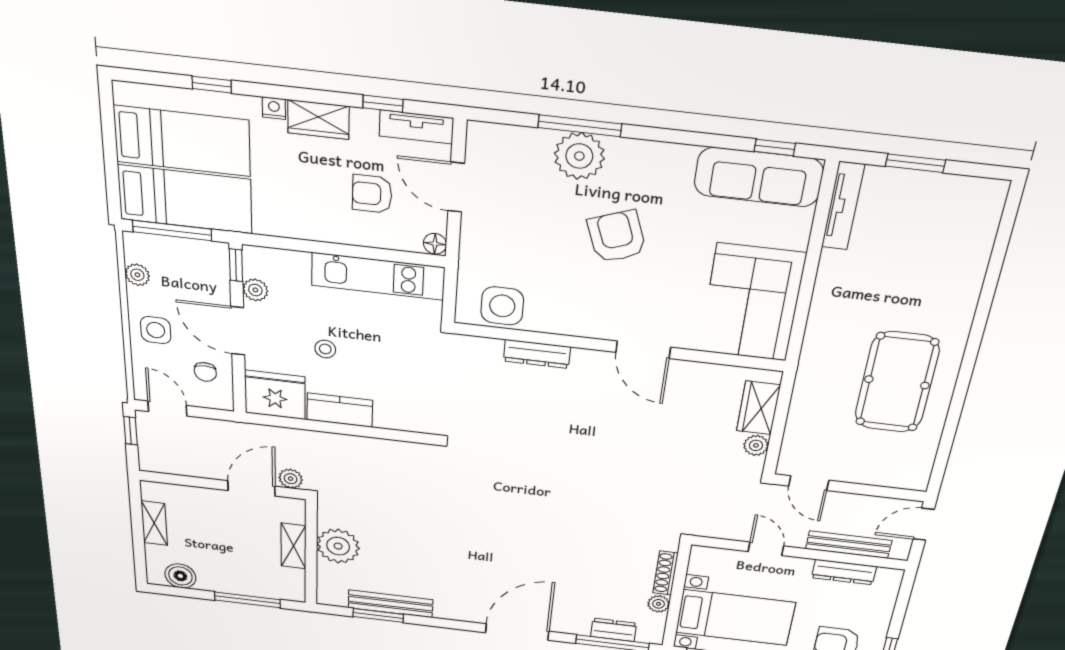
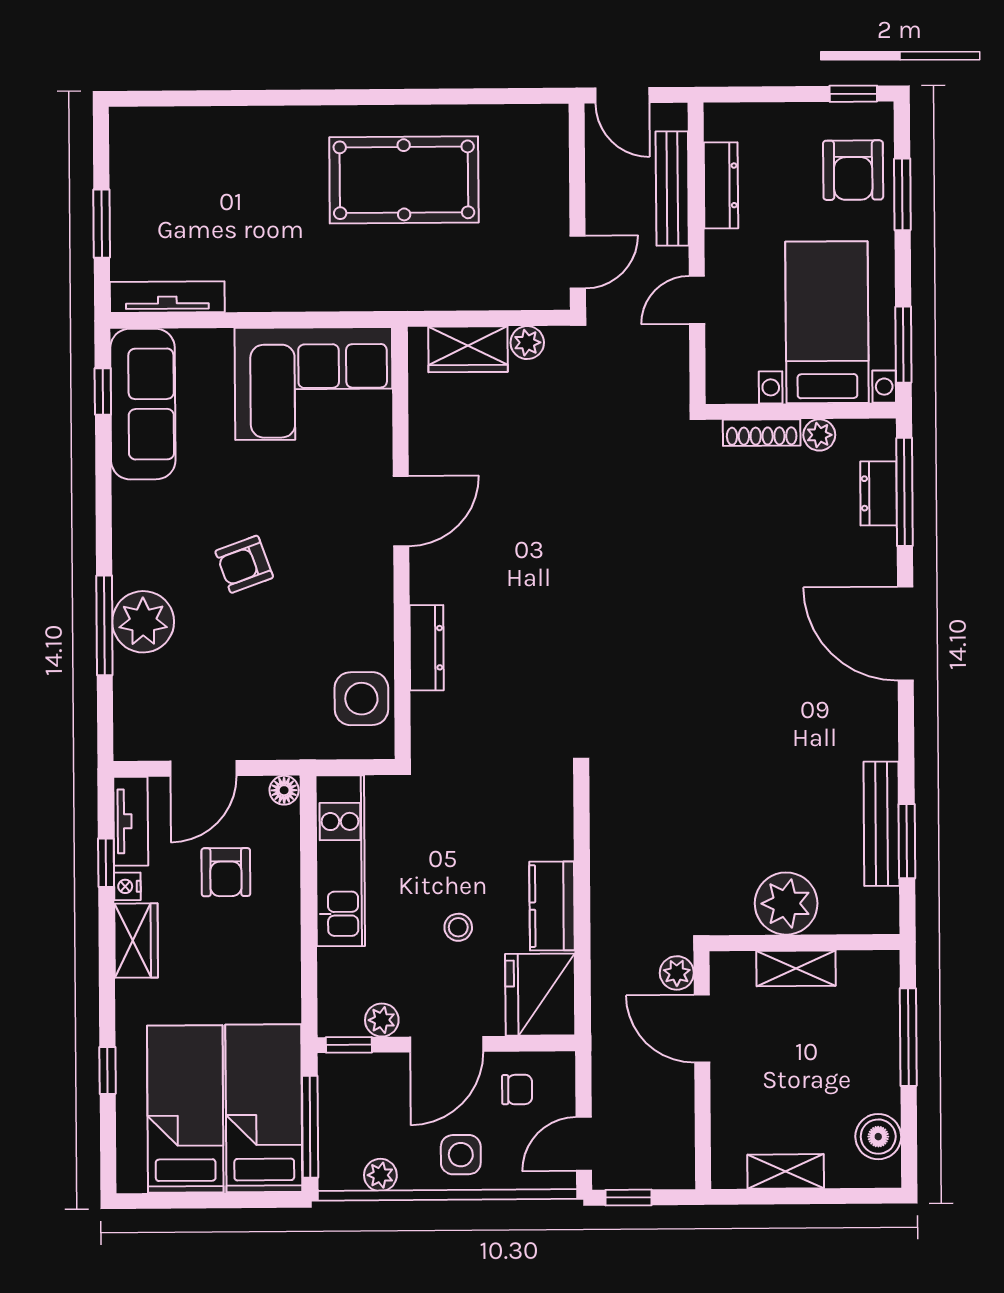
nightstand: (274, 108) -> (127, 886), moved
armchair: (617, 237) -> (244, 564), width x0.72, depth x0.72

